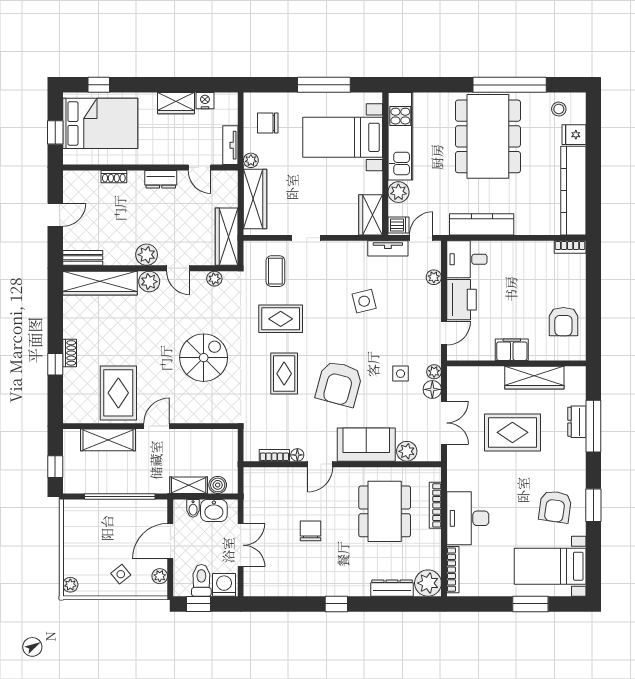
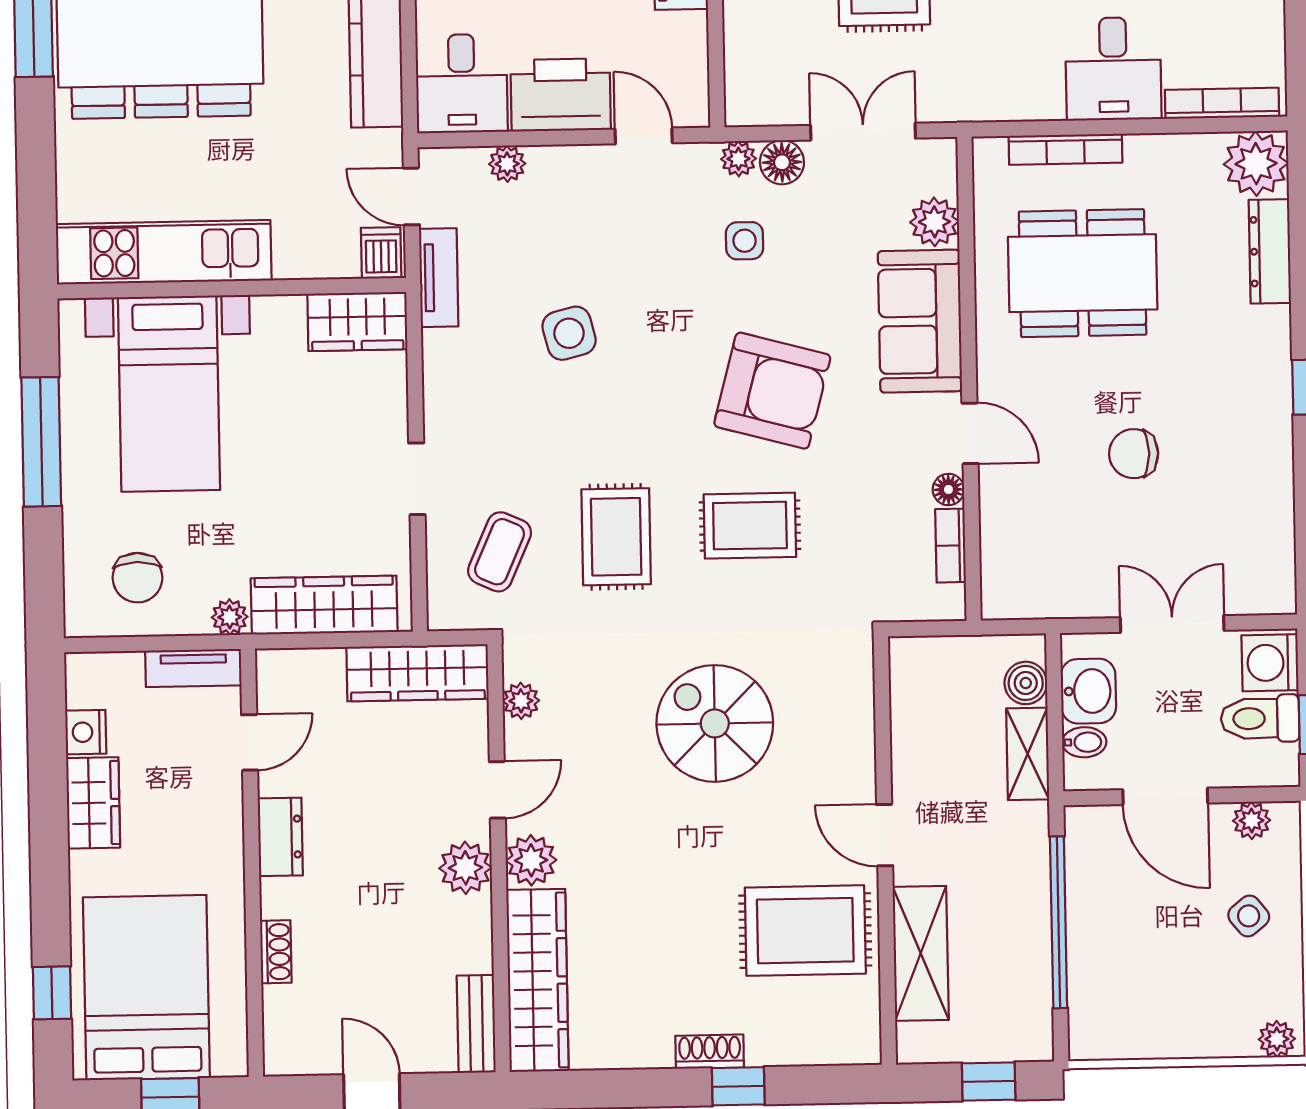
plant: (398, 192) -> (300, 254), removed
coffee table: (275, 271) -> (500, 552), turned -66
desk: (468, 518) -> (1113, 69), width x0.73

